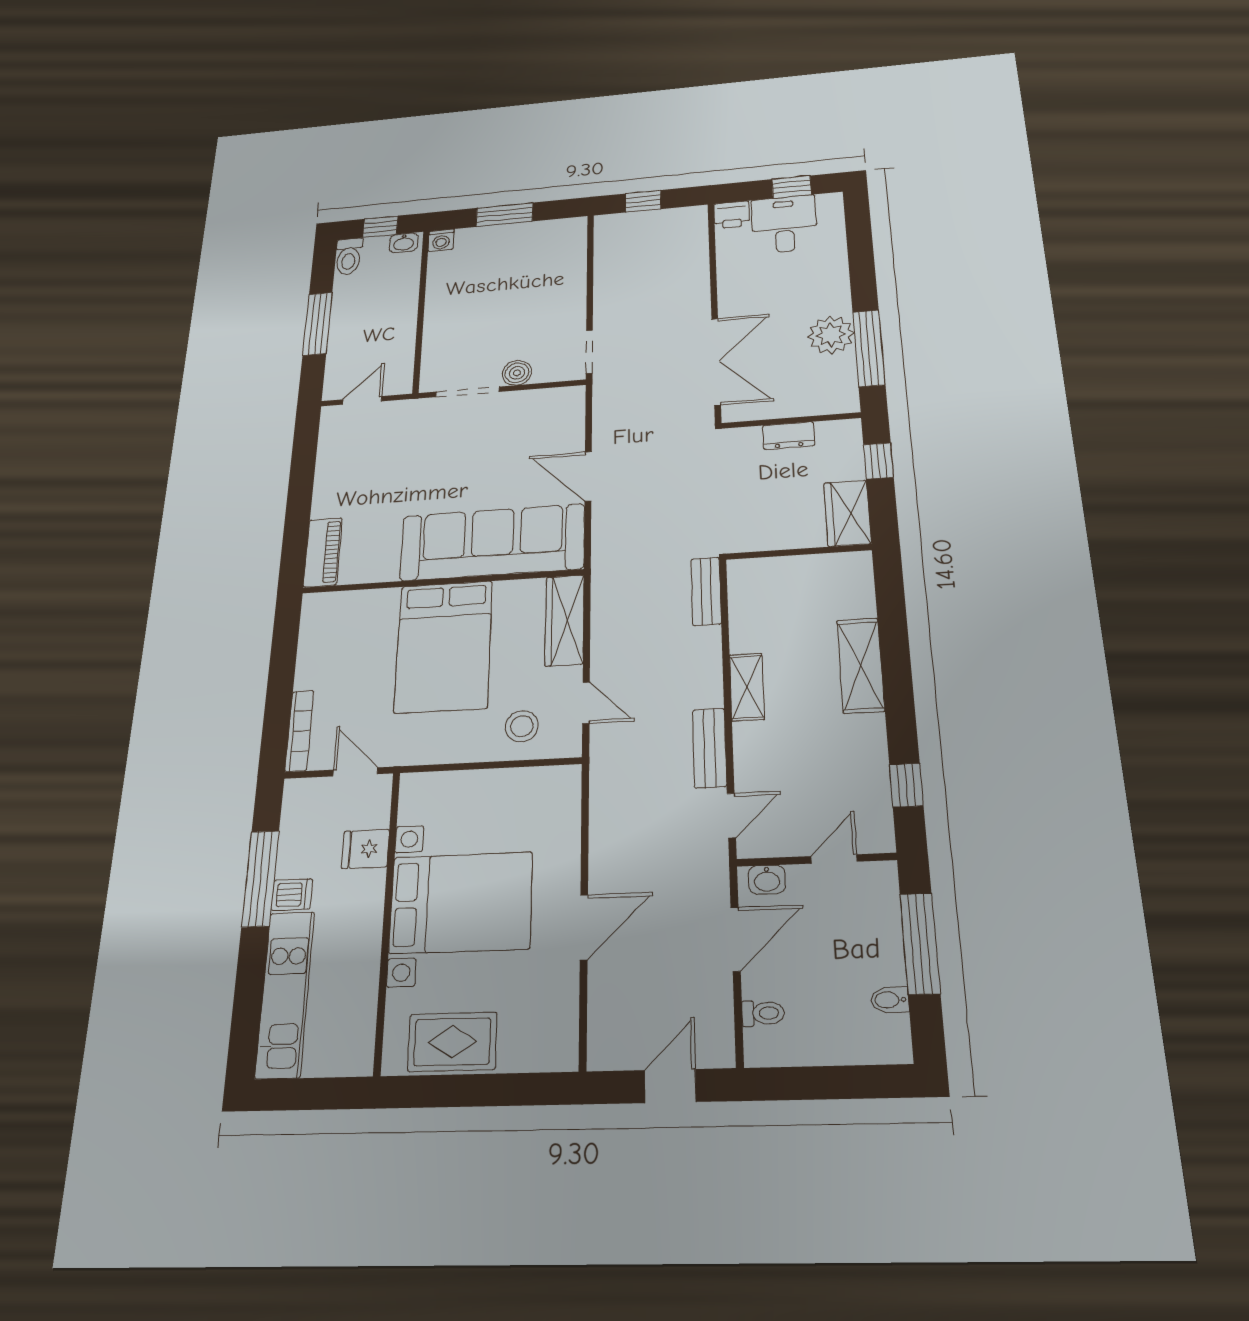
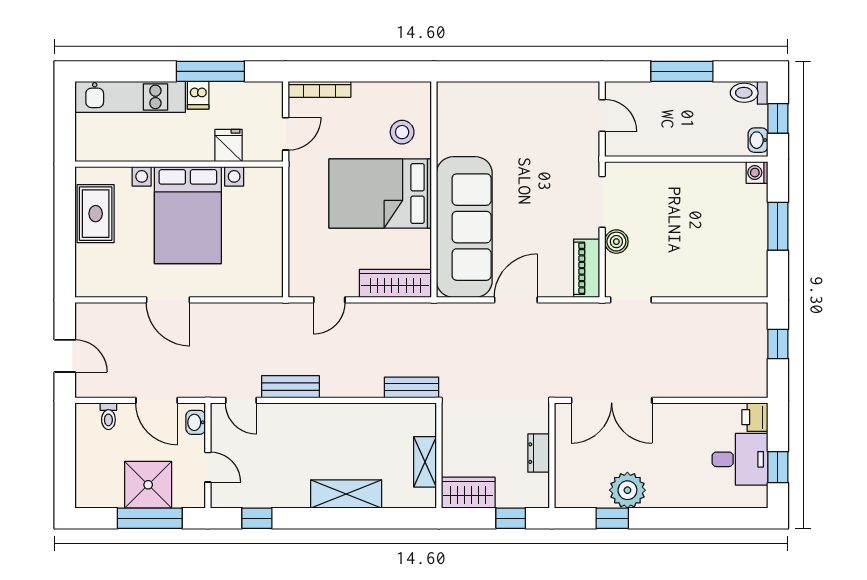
window: (869, 348) -> (612, 518), width x0.46
piano: (323, 552) -> (587, 268), moved, turned 90
shelving: (747, 687) -> (425, 462), moved, turned 90
stool: (522, 726) -> (402, 132), moved
shower: (867, 948) -> (148, 485), added
bidet: (890, 1000) -> (115, 496), removed

